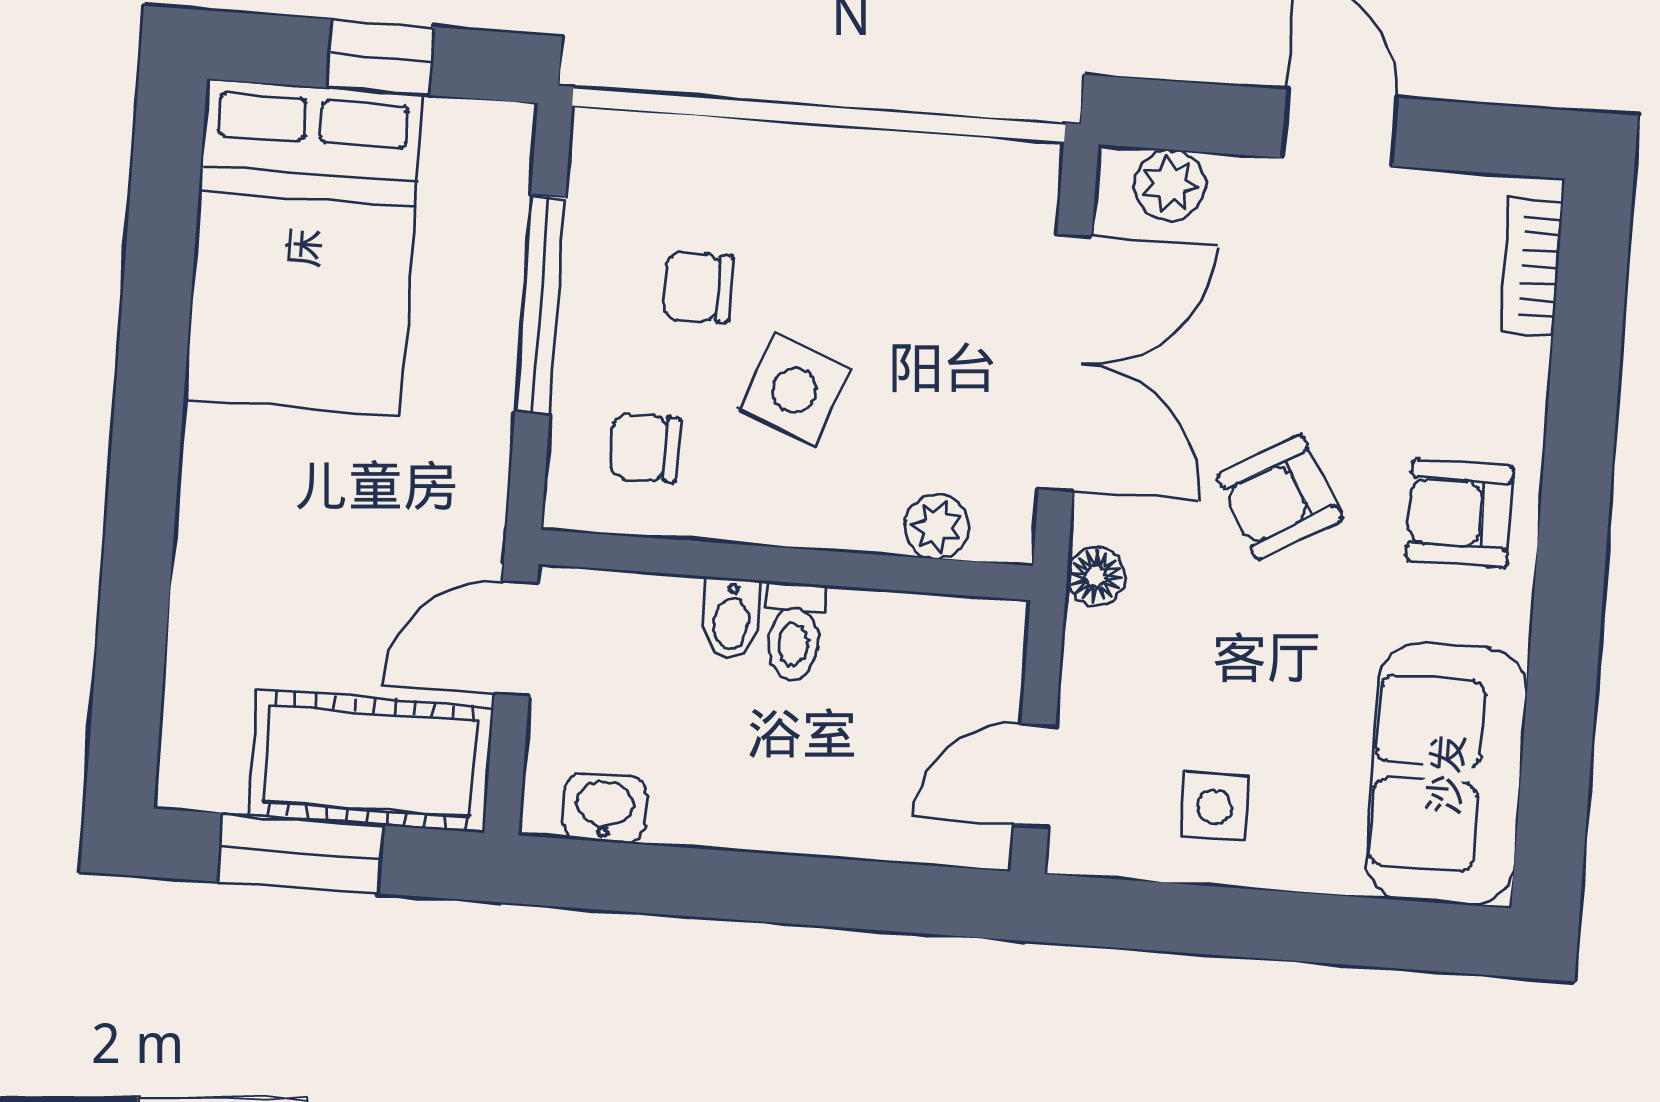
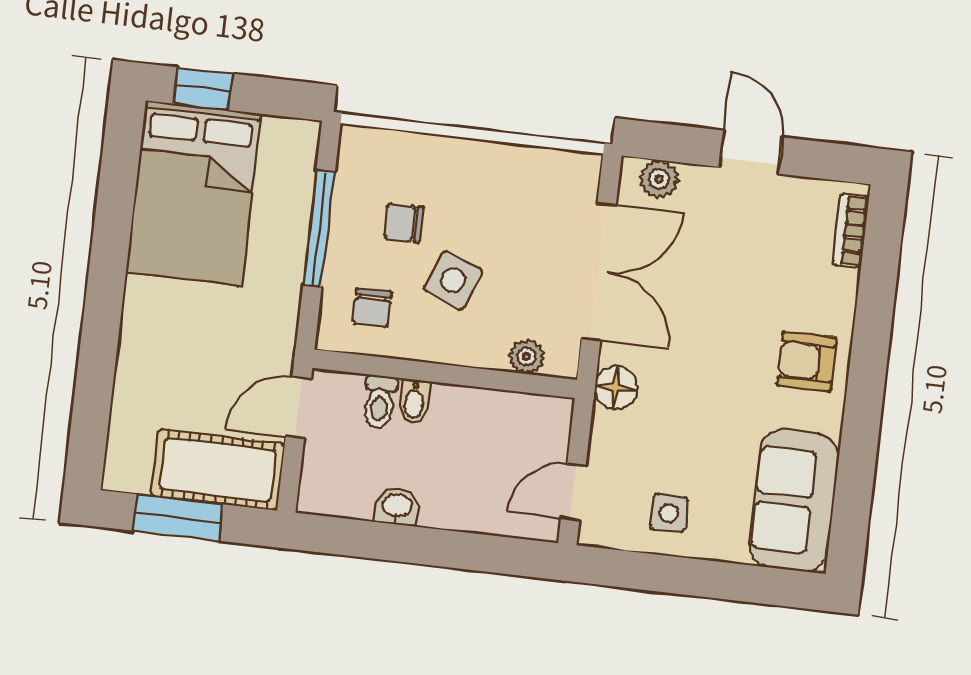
window: (381, 57) -> (203, 89), moved
chair: (645, 448) -> (372, 308), turned -90
armchair: (1280, 497) -> (711, 349), removed
floor lamp: (1096, 576) -> (616, 387), width x1.37, depth x1.37
toilet: (794, 631) -> (380, 402), moved
washbasin: (605, 808) -> (397, 506), moved

